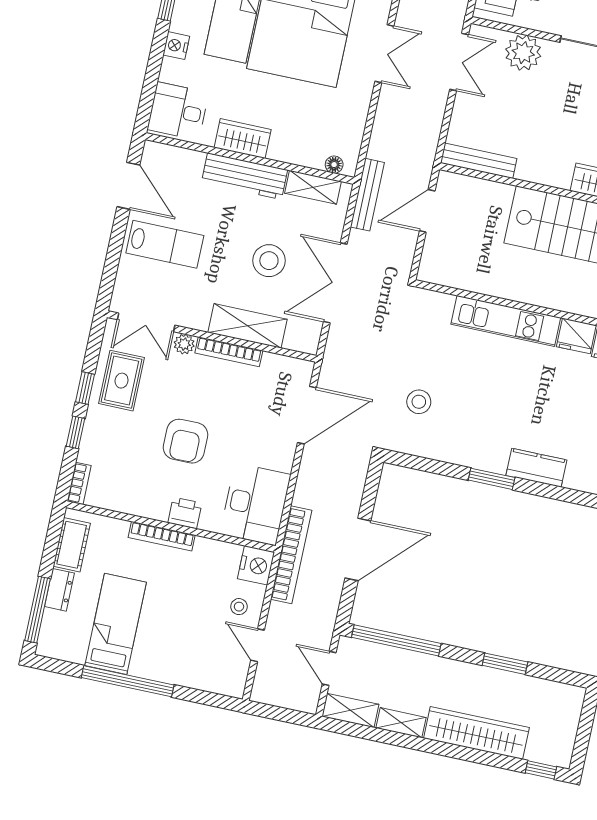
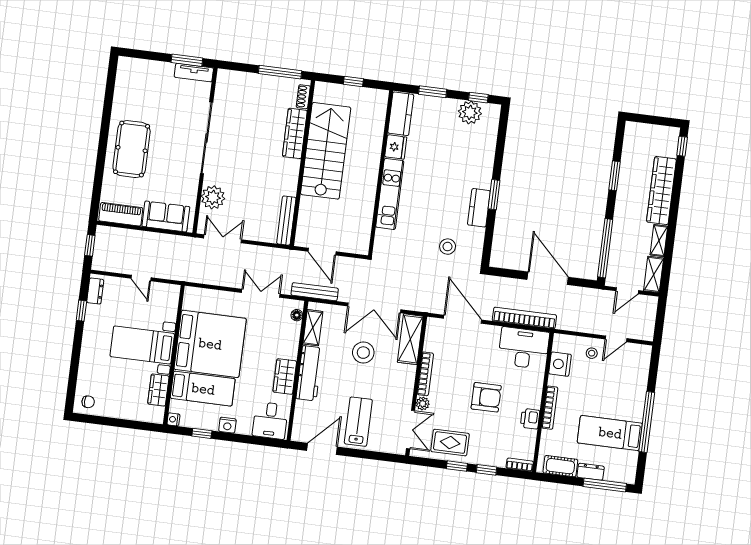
double door: (384, 54) -> (261, 293), moved
shelving: (248, 326) -> (410, 339), moved
kitchen counter: (536, 468) -> (479, 208), moved
printer: (185, 513) -> (530, 419), moved
bookcase: (291, 555) -> (524, 318), moved
nightstand: (256, 565) -> (560, 364), moved, turned -90

